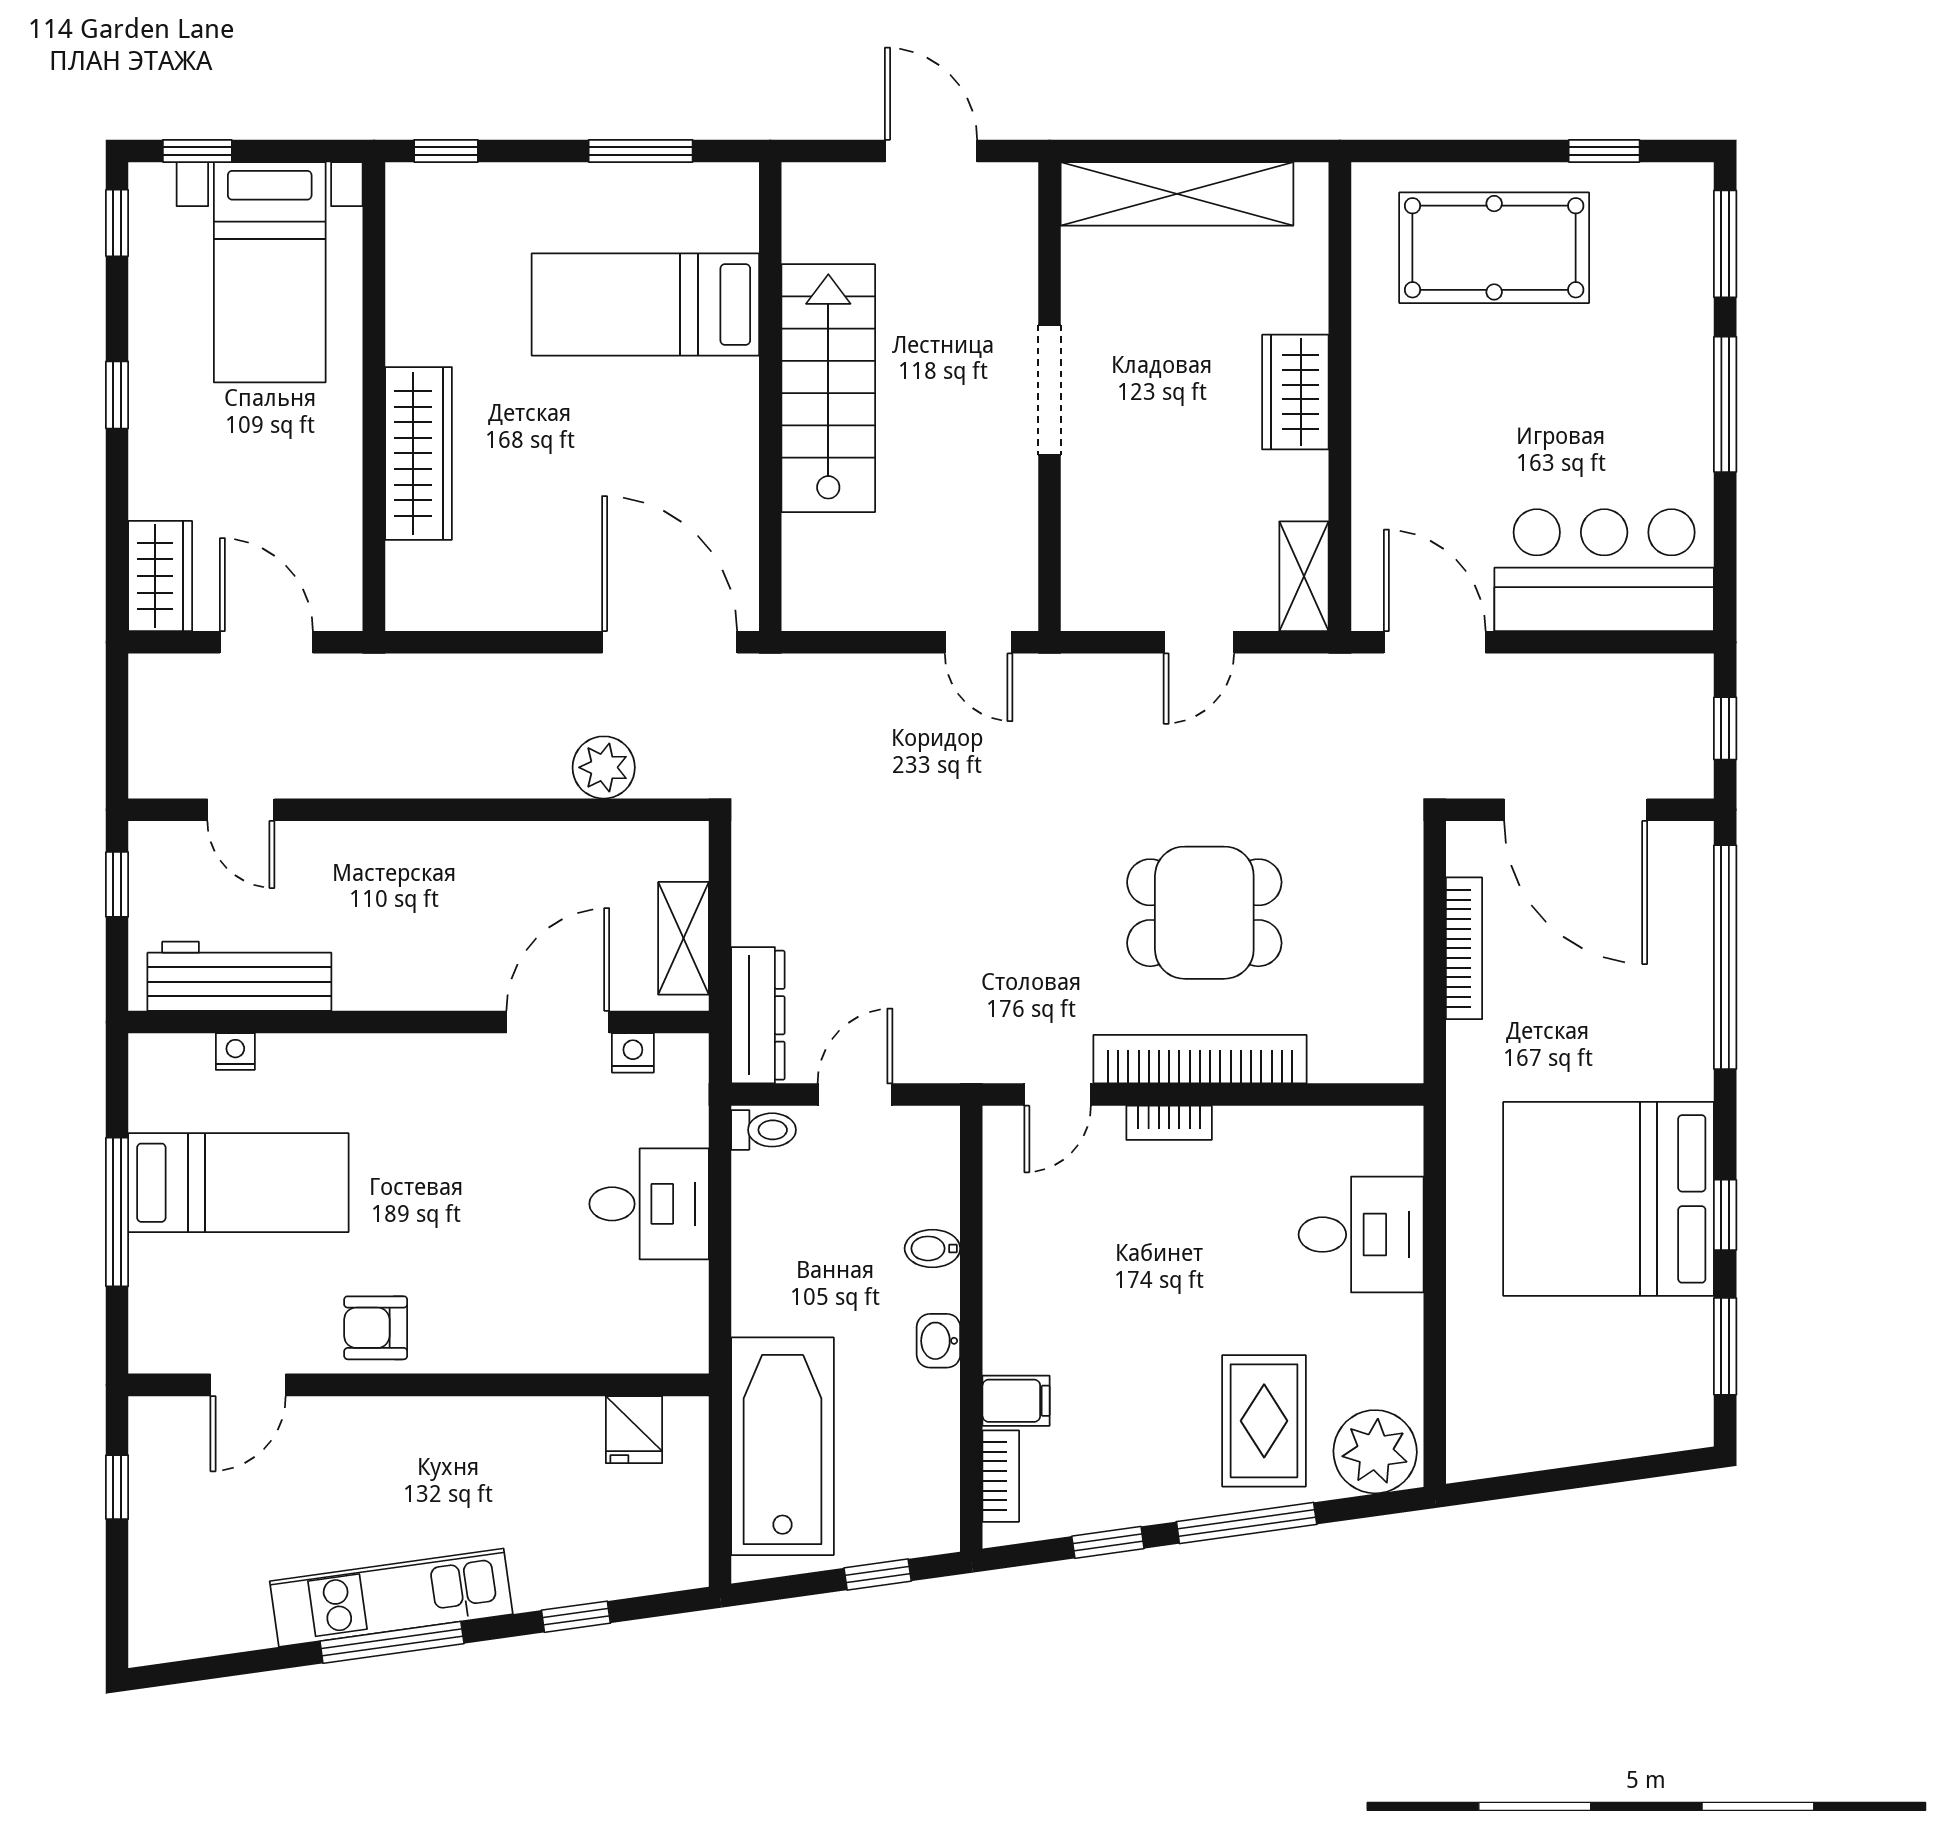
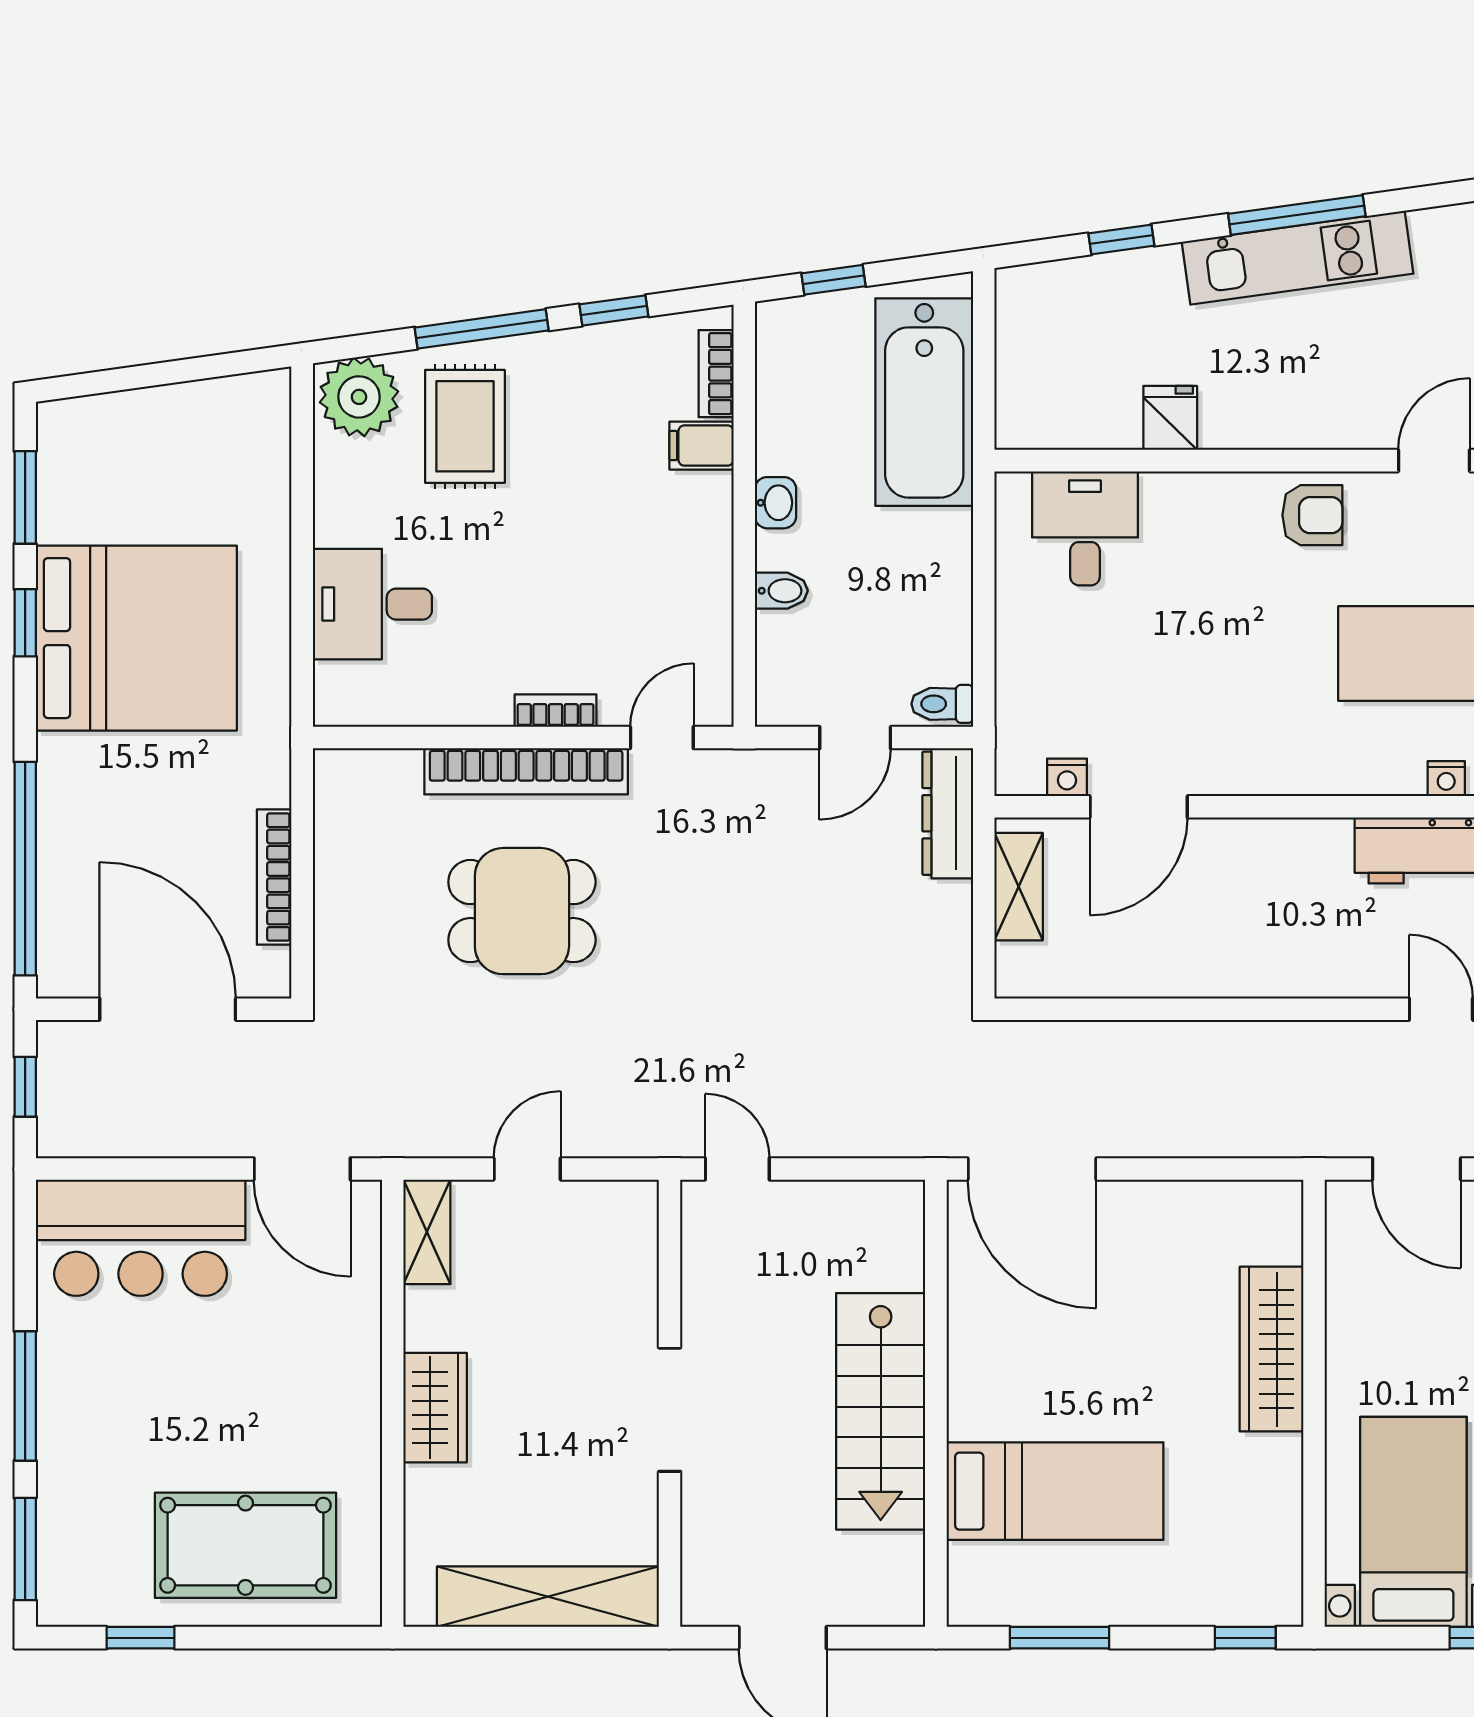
plant: (604, 767) -> (1095, 1050), removed
desk: (649, 1204) -> (1085, 528), moved, turned 90
fridge: (634, 1430) -> (1170, 418), moved

